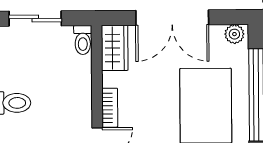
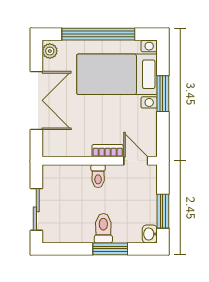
toilet: (83, 40) -> (98, 176), moved, turned 90
wardrobe: (115, 48) -> (60, 146), removed

